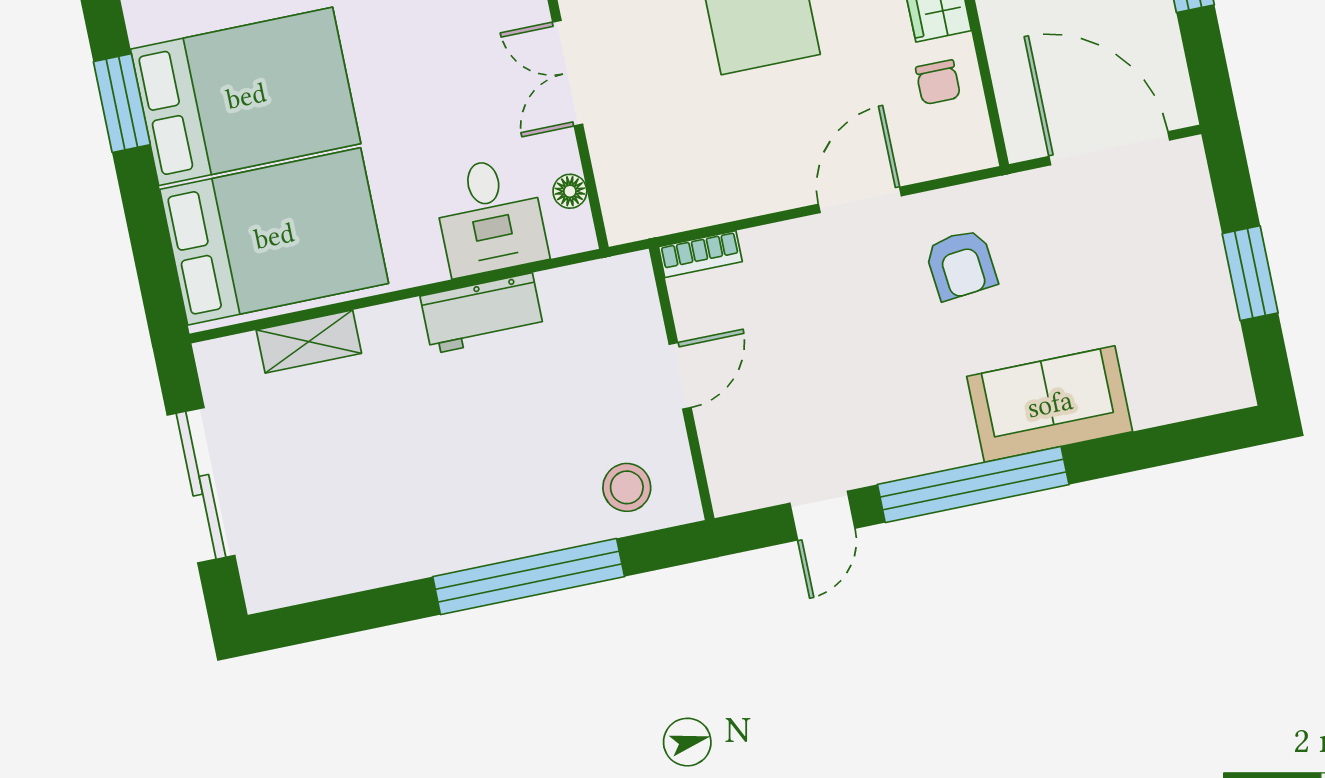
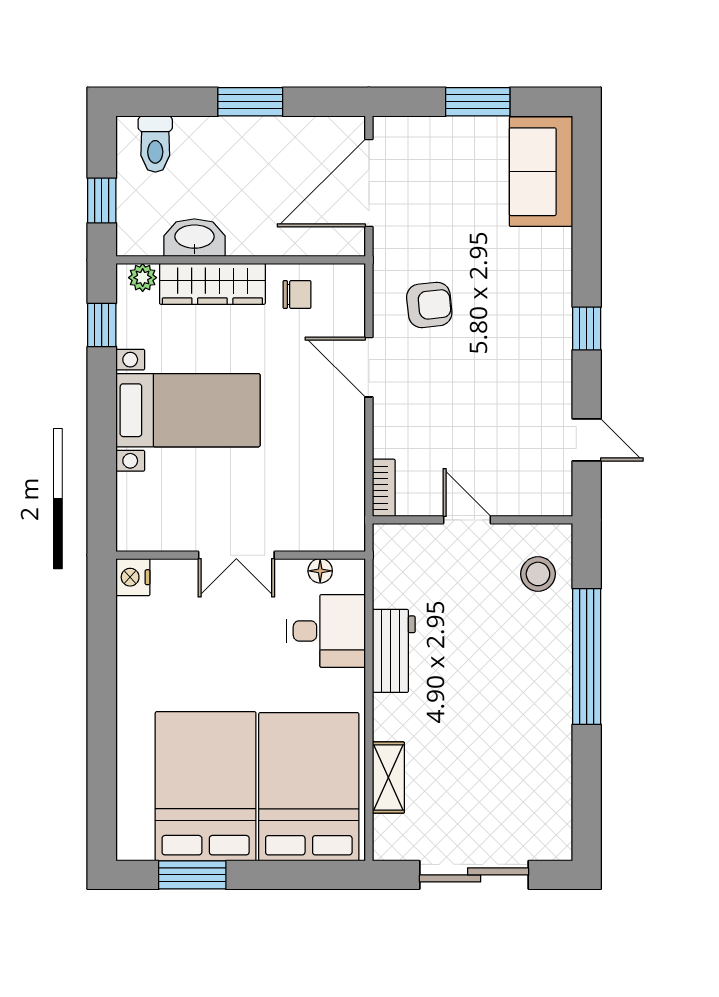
sofa: (1050, 404) -> (541, 172), moved
window: (973, 485) -> (587, 329), width x0.32

